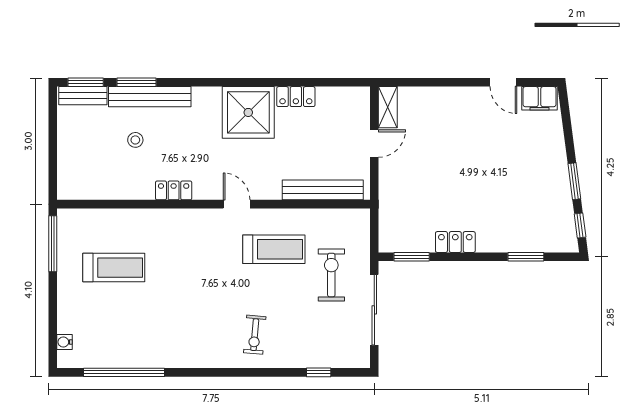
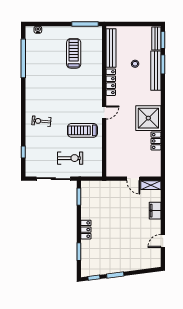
filing cabinet: (539, 98) -> (155, 211), moved
locker: (174, 190) -> (111, 82), width x1.53
bench: (323, 190) -> (111, 48), moved
locker: (455, 242) -> (86, 230), moved
treadmill: (274, 249) -> (82, 130), turned 90
treadmill: (114, 268) -> (74, 53), turned 180

